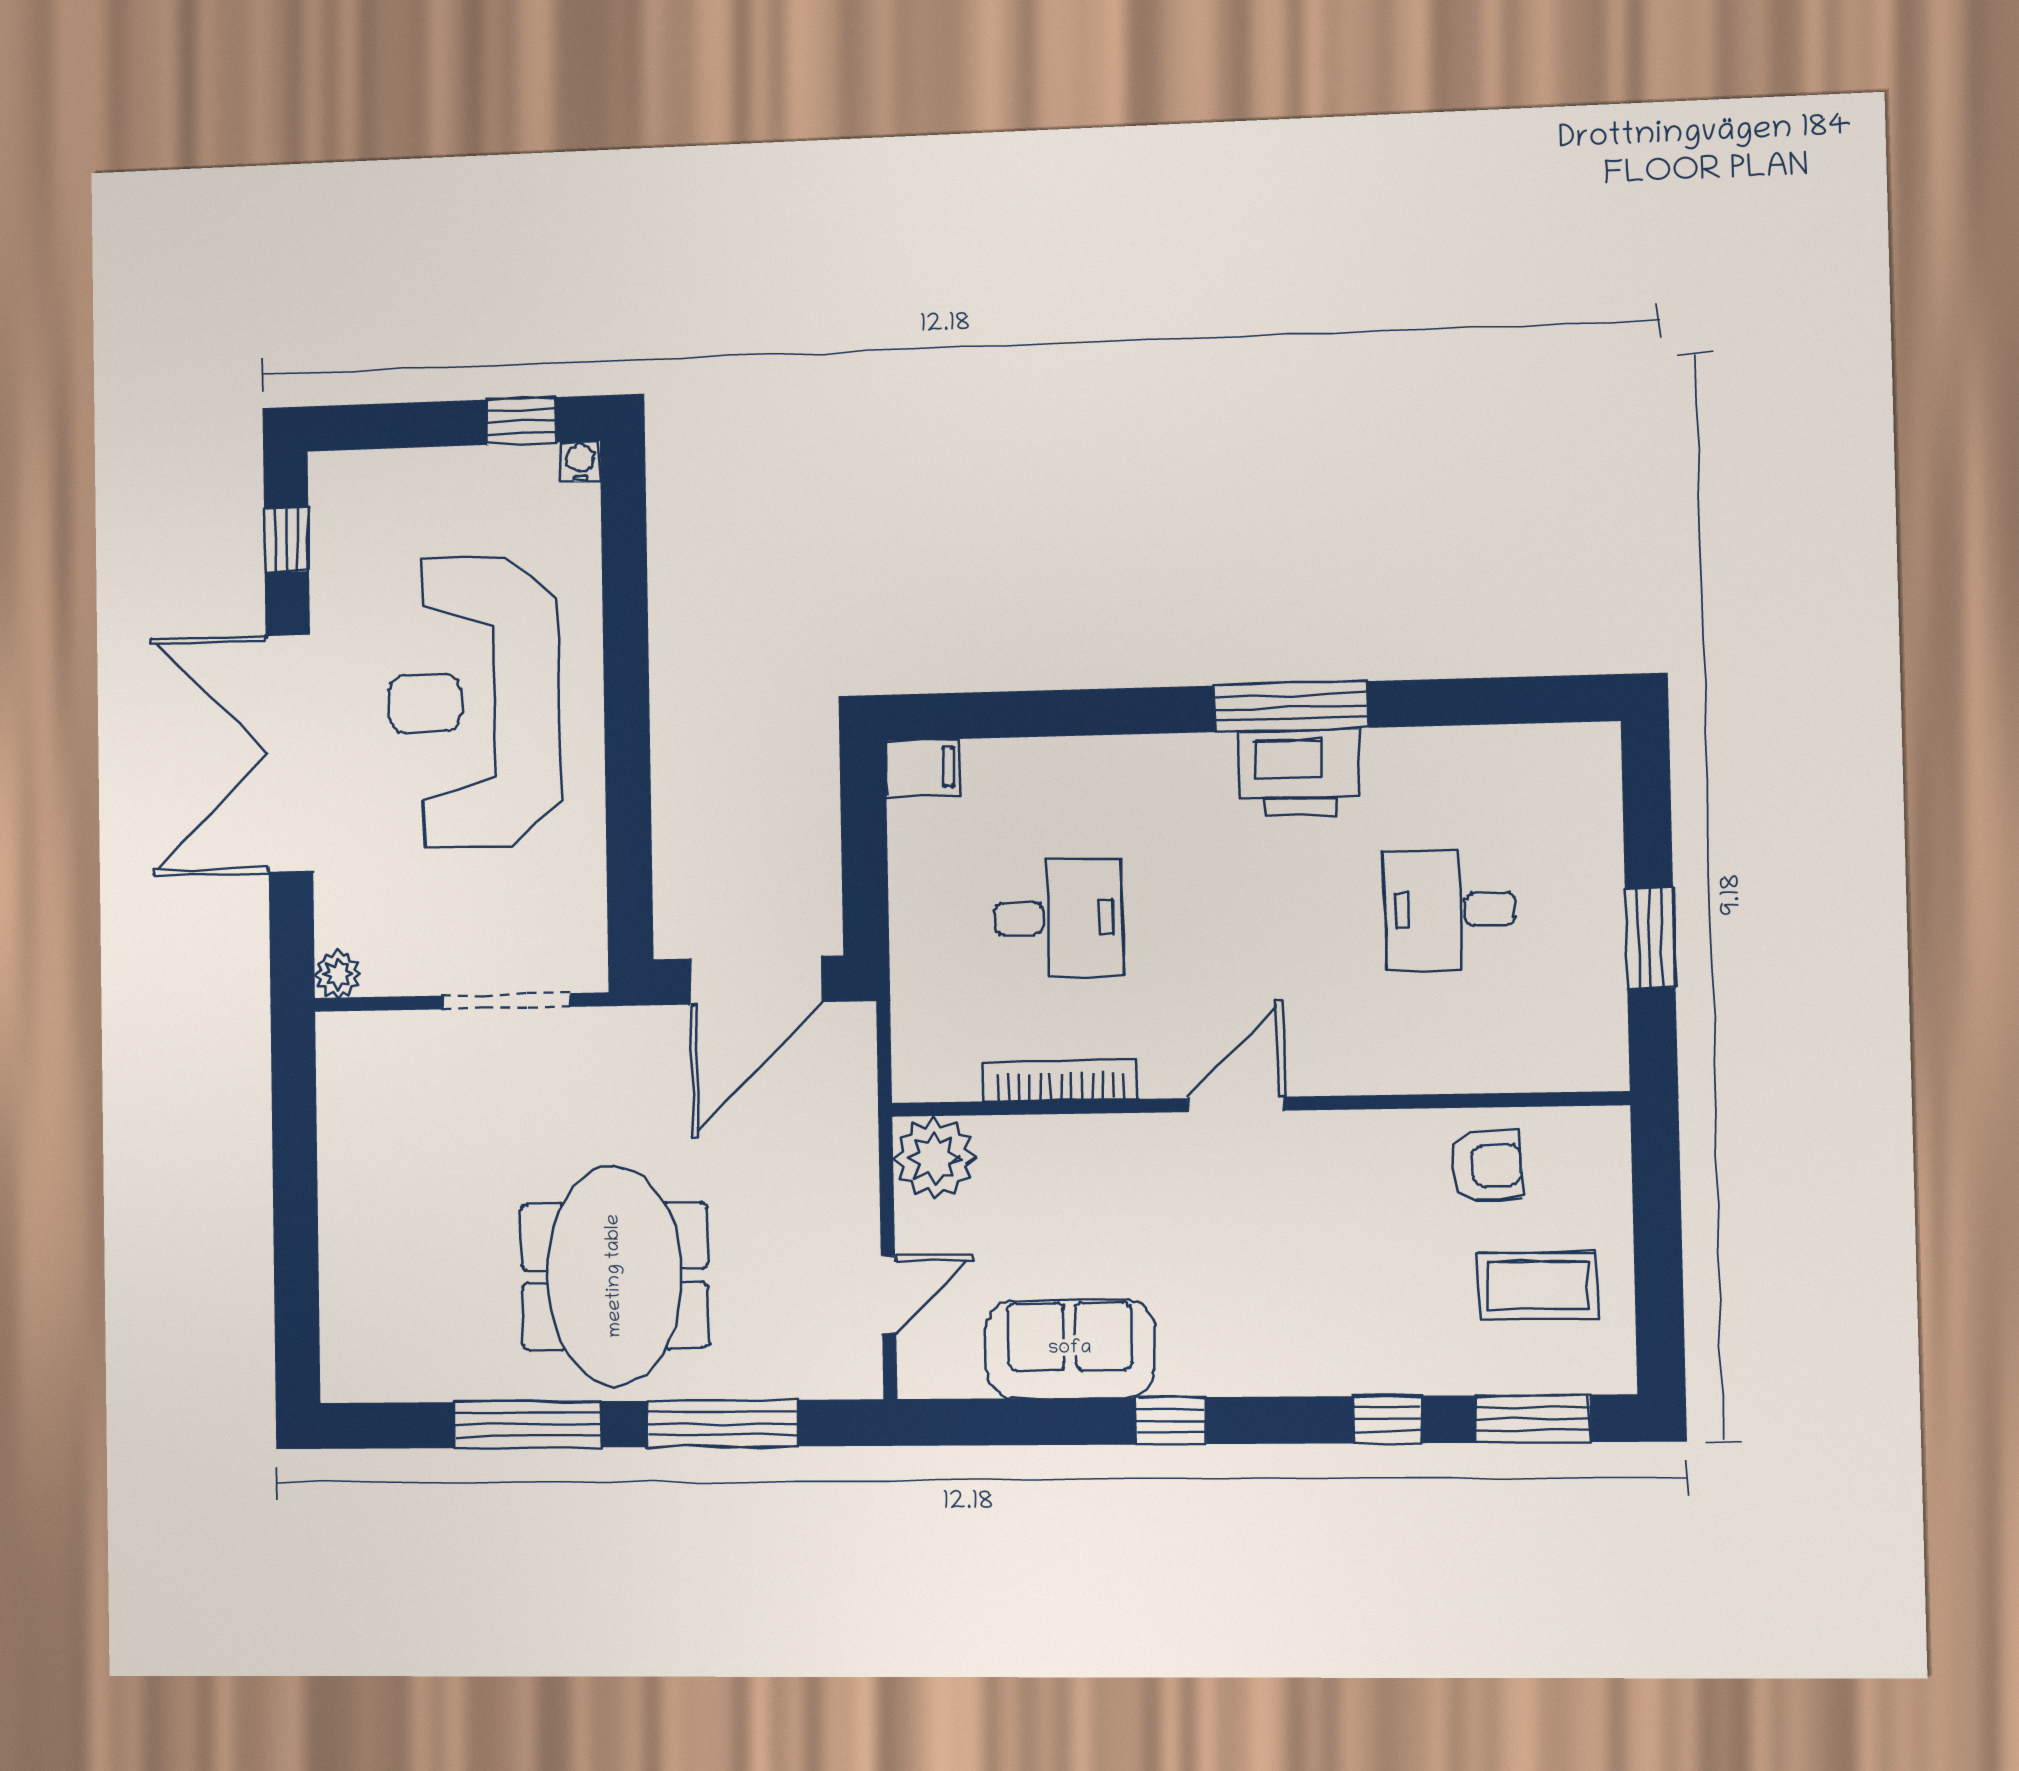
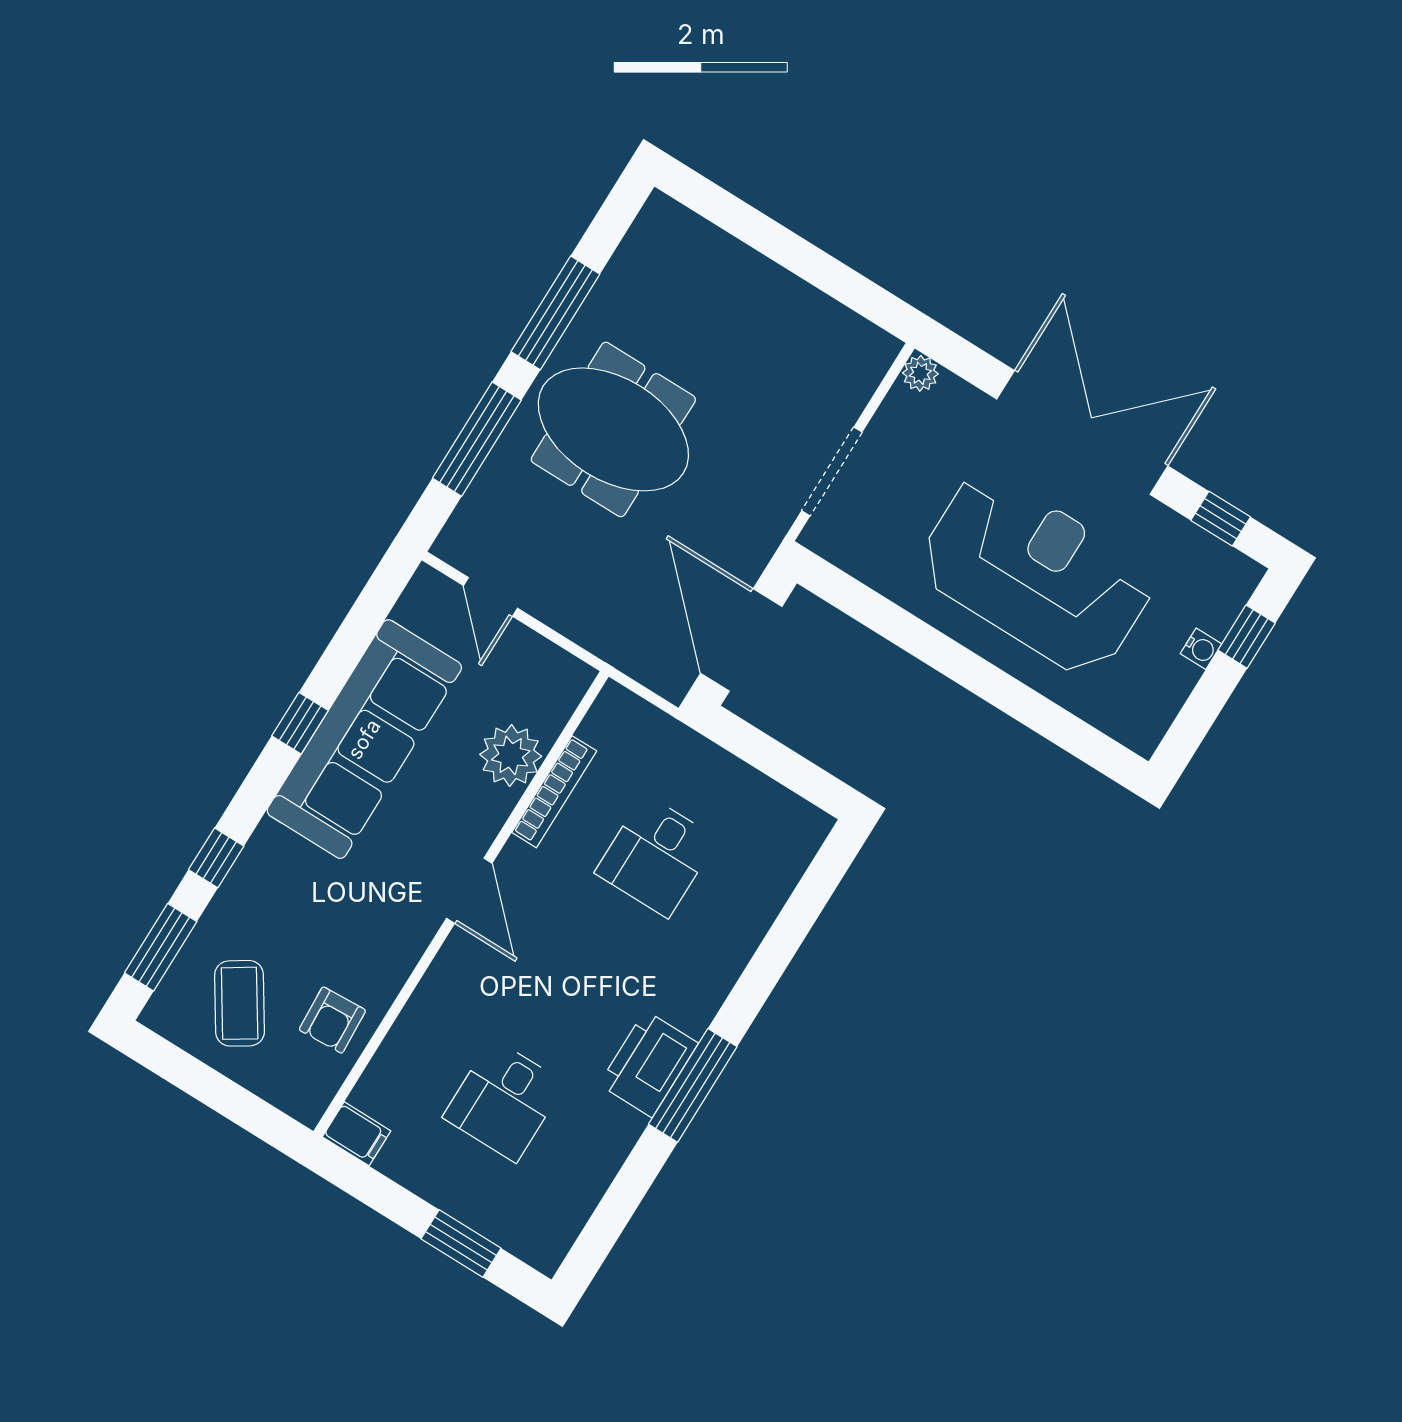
window: (521, 421) -> (1247, 637), moved
water cooler: (580, 461) -> (1201, 649), moved
filing cabinet: (922, 768) -> (357, 1134), moved, turned -90
desk: (1450, 910) -> (504, 1100), turned 180
window: (1650, 938) -> (461, 1243), moved
plant: (934, 1158) -> (511, 755), moved
coffee table: (1538, 1286) -> (240, 1003), turned -33
sofa: (1070, 1349) -> (364, 739), width x1.85, depth x1.27

